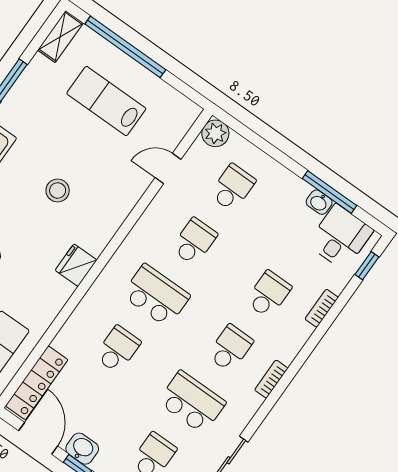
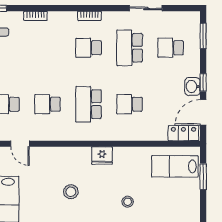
school desk: (268, 294) -> (47, 48), removed
locker: (37, 383) -> (184, 133), width x0.66

